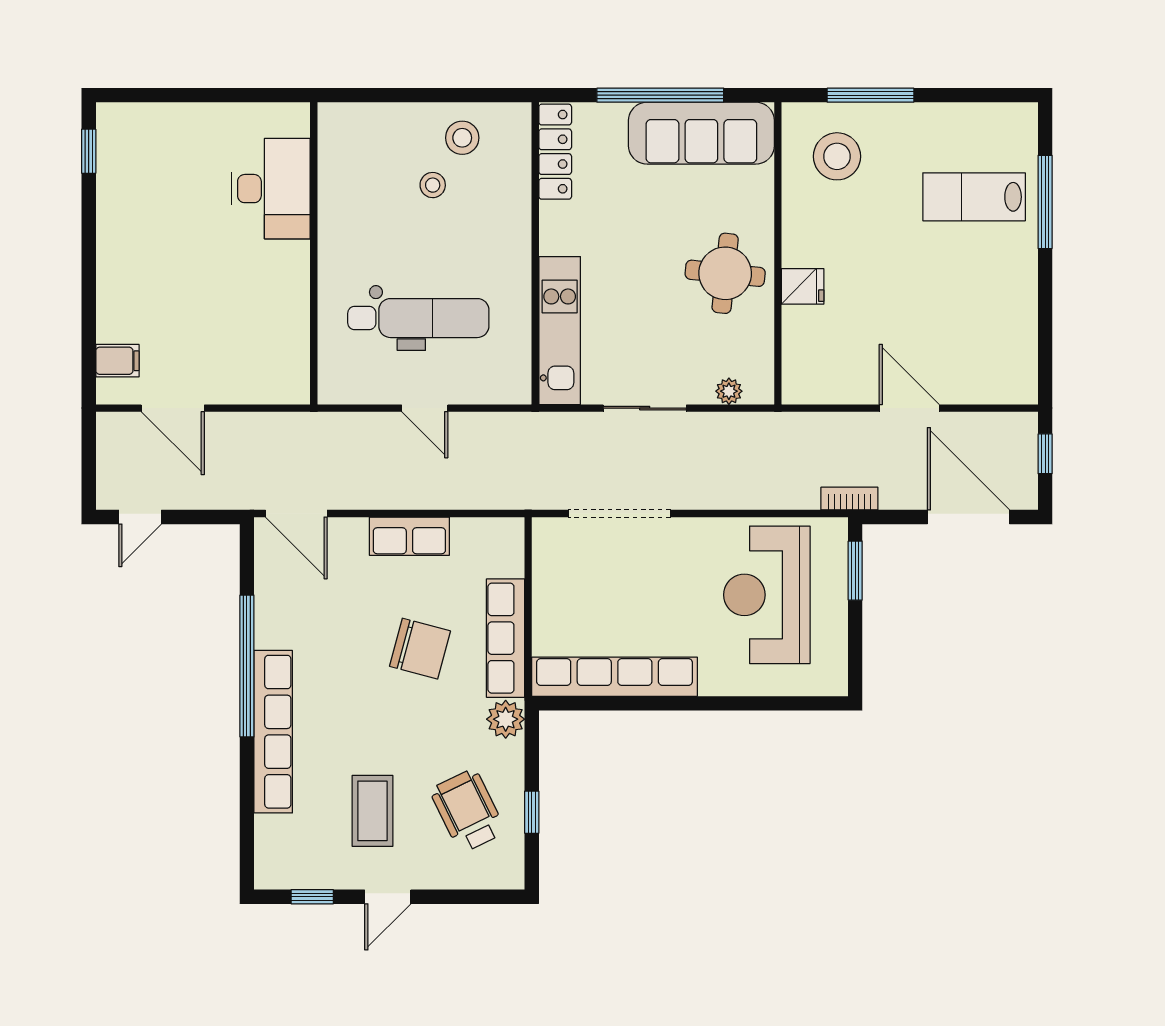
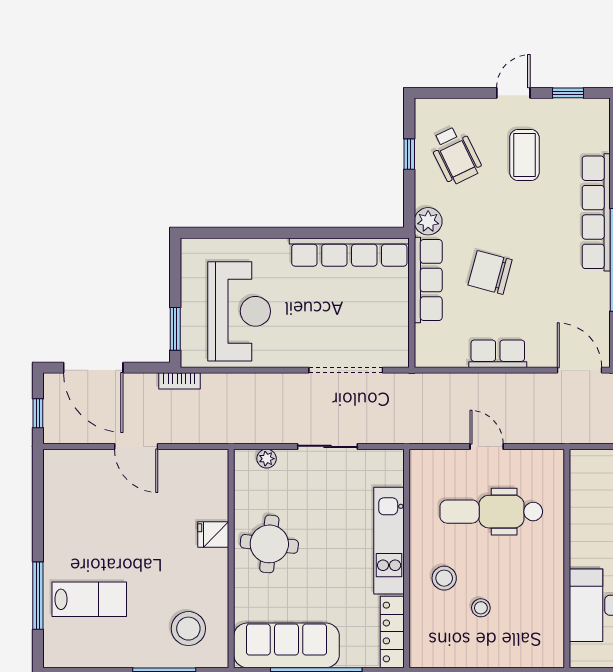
stool: (462, 138) -> (444, 578), moved
kitchen unit: (560, 331) -> (389, 541), moved

